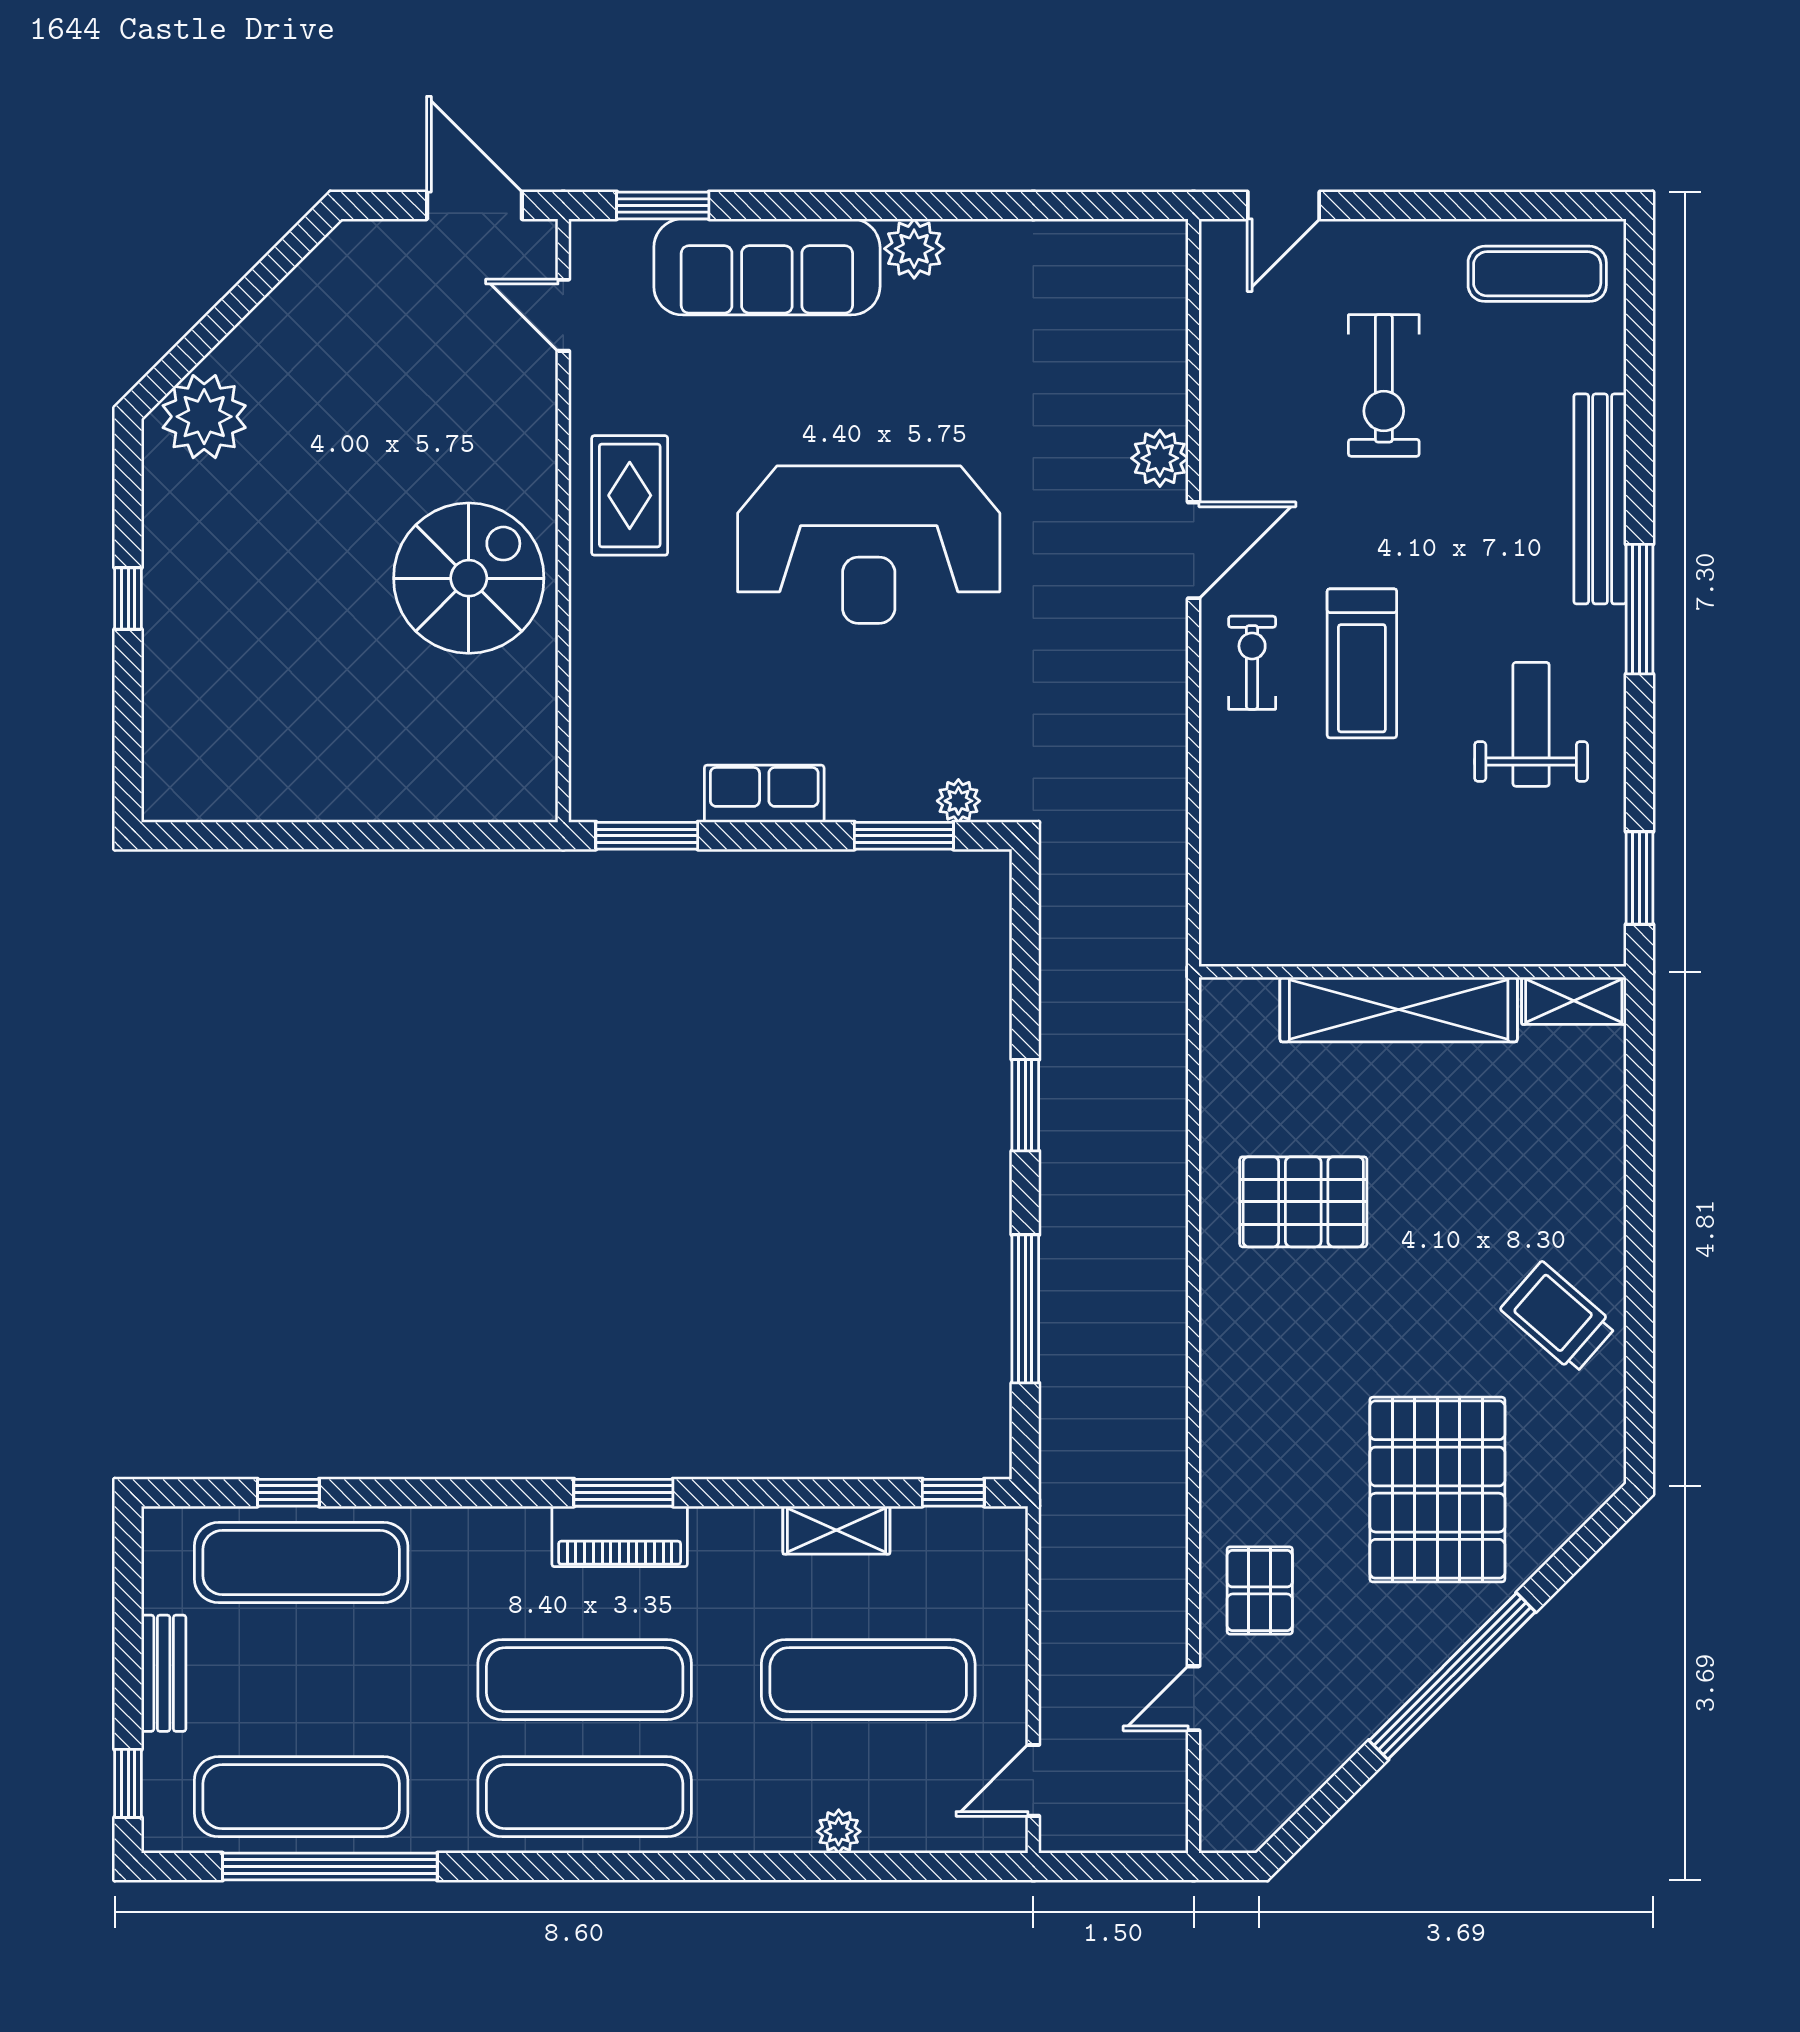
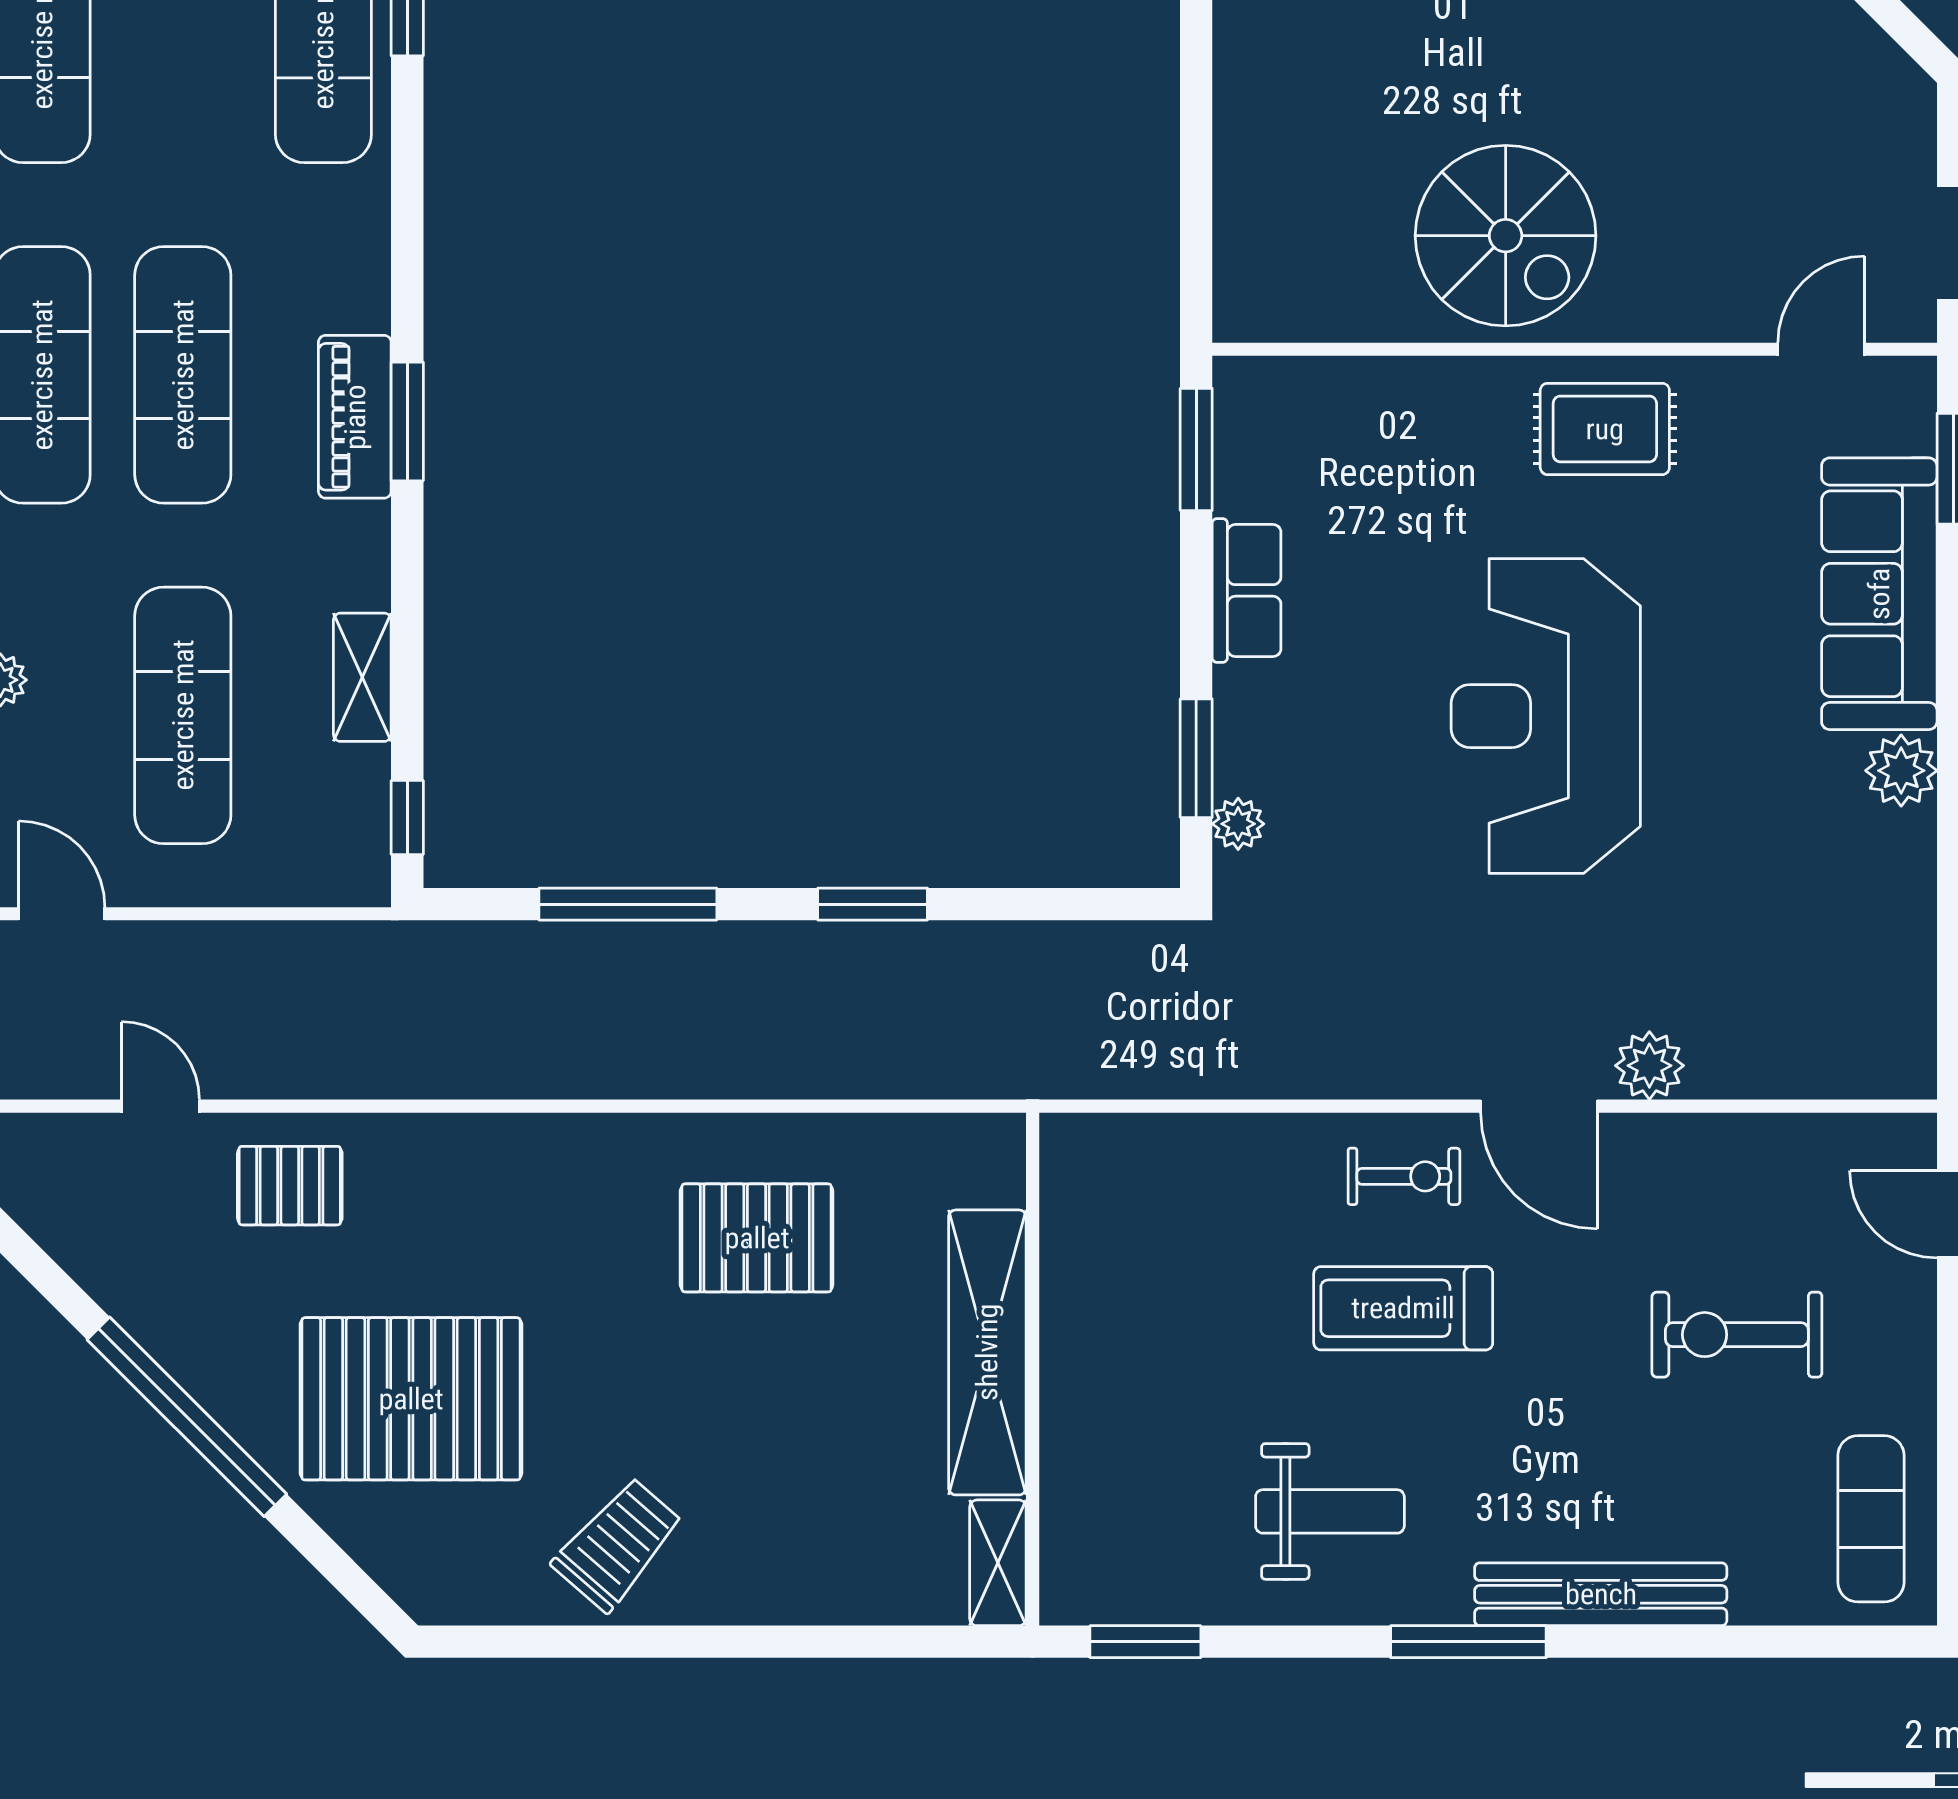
pallet: (1303, 1202) -> (757, 1238), turned 90

